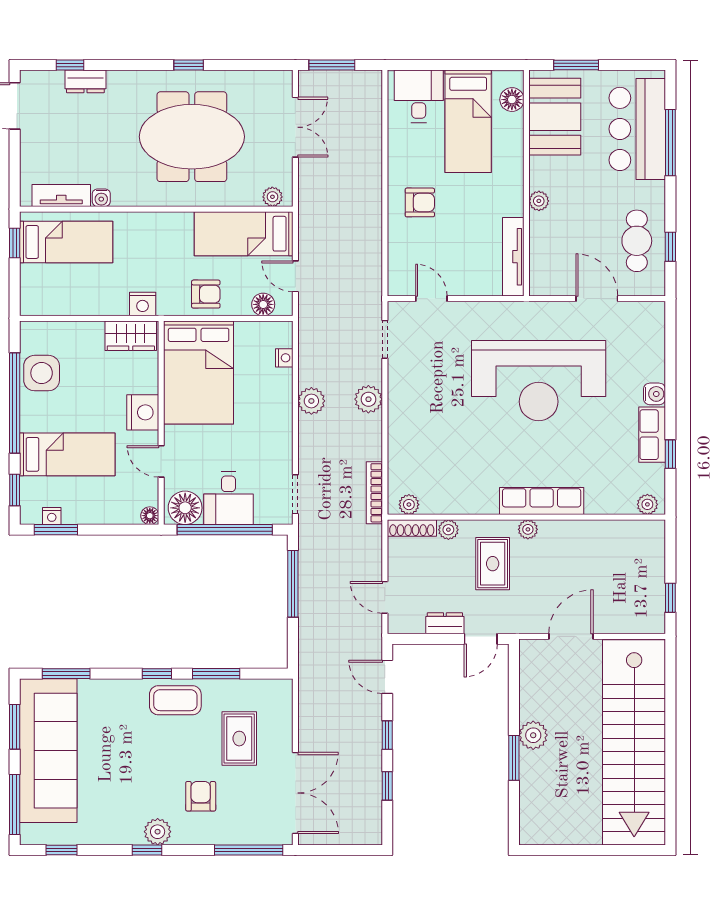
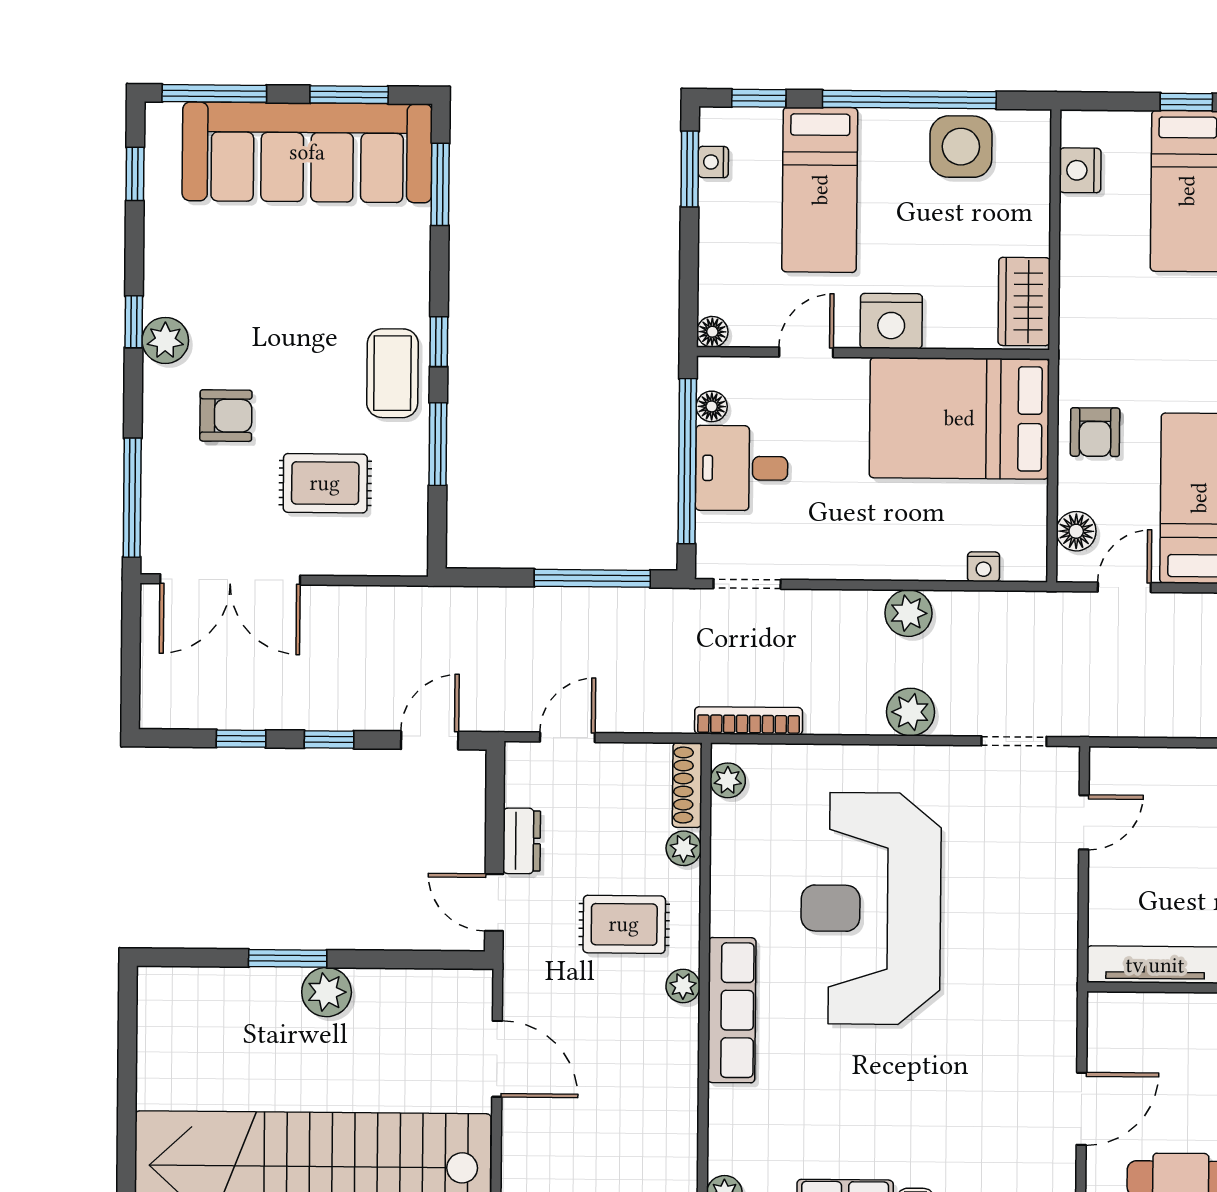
nightstand: (143, 304) -> (1080, 170), moved
reception desk: (539, 381) -> (871, 908), moved
floor lamp: (185, 508) -> (712, 406), width x0.53, depth x0.53

